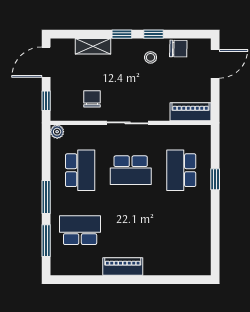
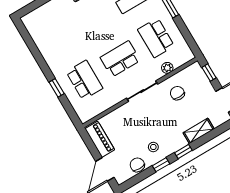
chair: (178, 49) -> (137, 165), turned 89
chair: (92, 99) -> (177, 93), turned 180
piano: (191, 112) -> (100, 139), moved, turned -90
plant: (57, 132) -> (167, 68), moved

